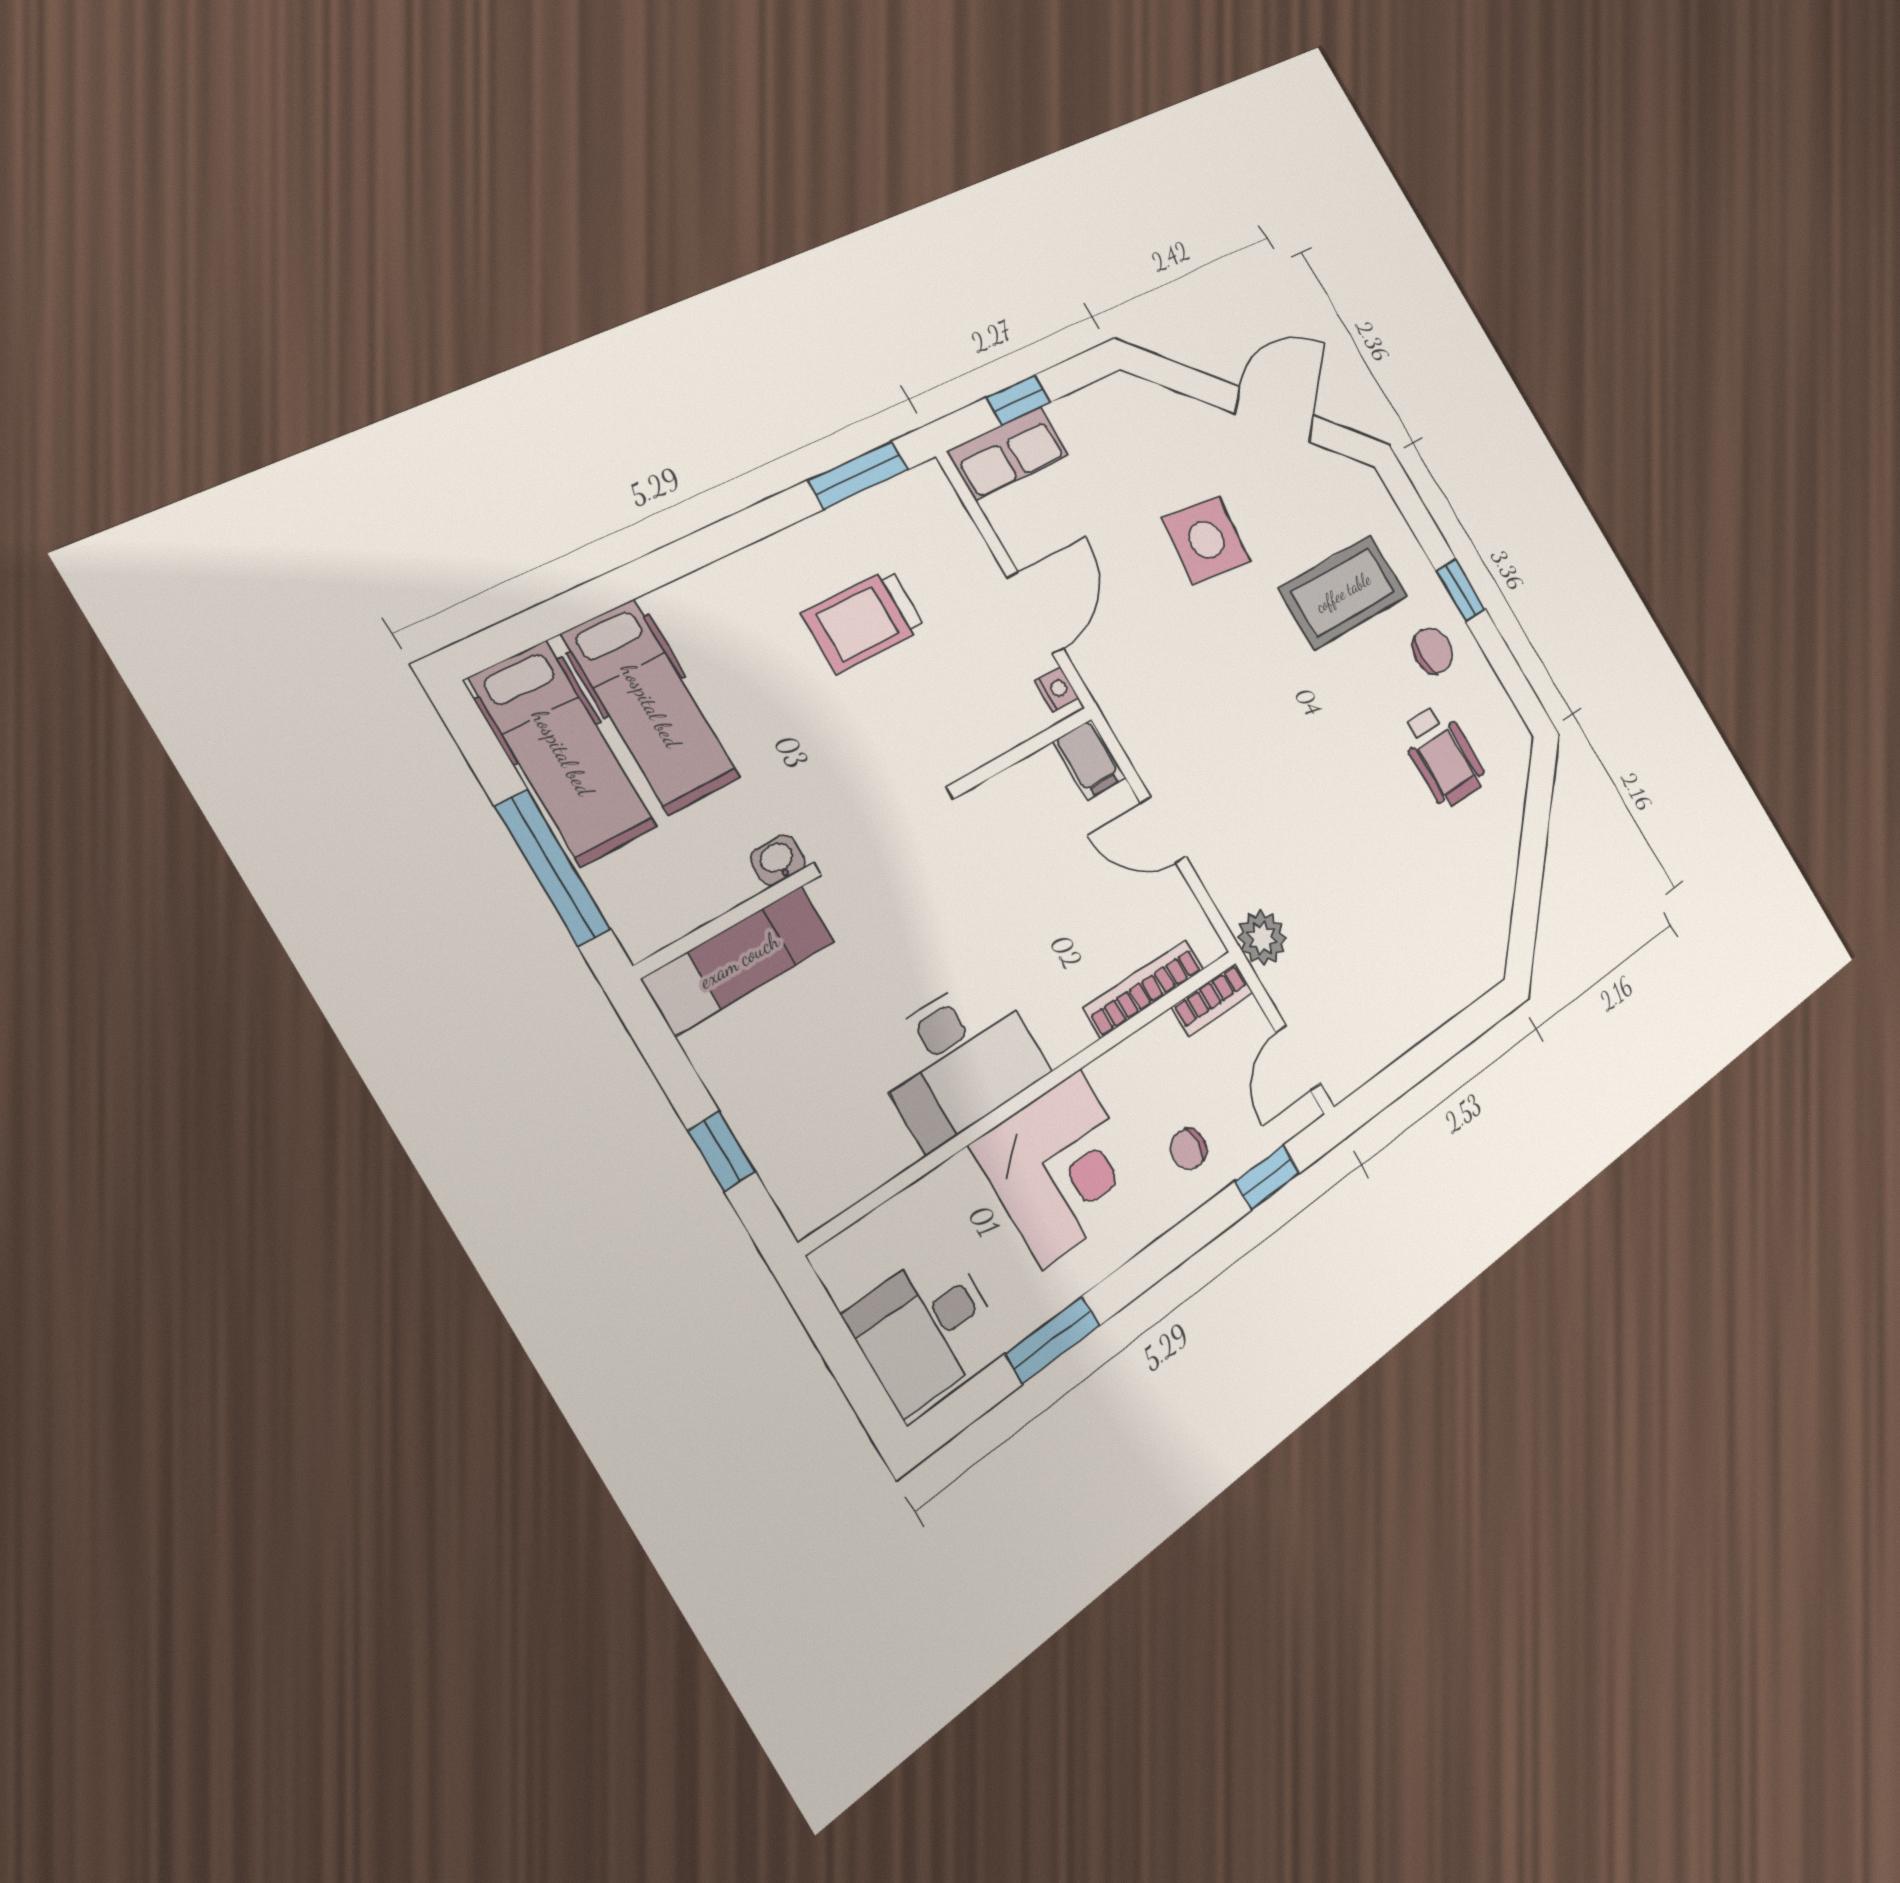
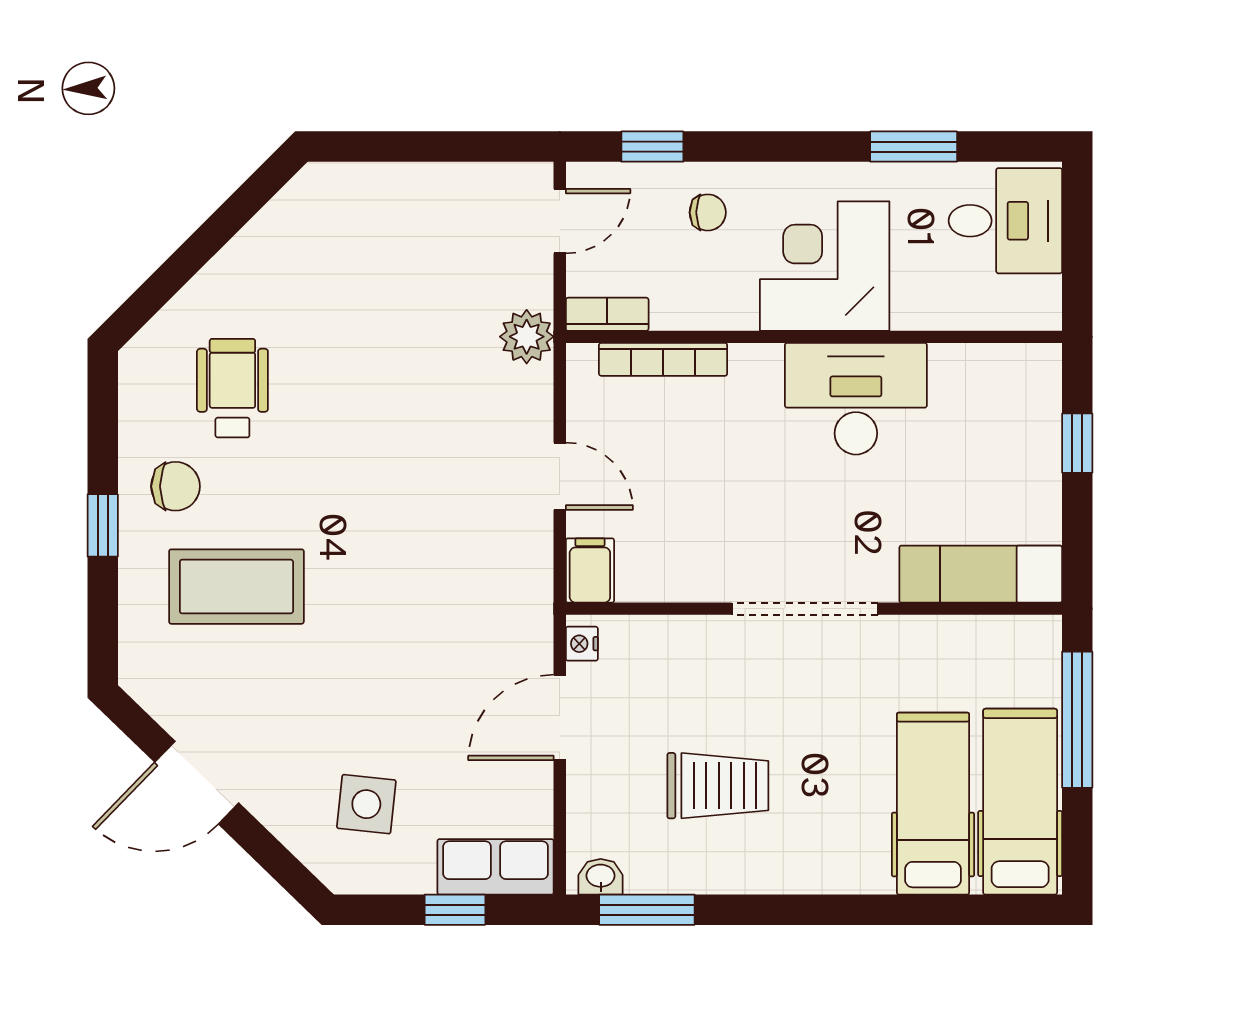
side table: (1206, 540) -> (366, 804), moved, width x0.73, depth x0.73
chair: (1432, 651) -> (175, 486), turned 180
washbasin: (778, 860) -> (601, 877), moved, turned 180

